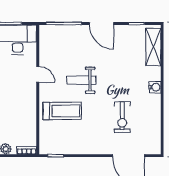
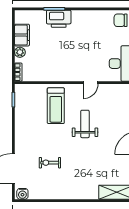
water cooler: (155, 87) -> (22, 194), moved
exercise bike: (122, 117) -> (50, 163), width x0.73, depth x0.72

